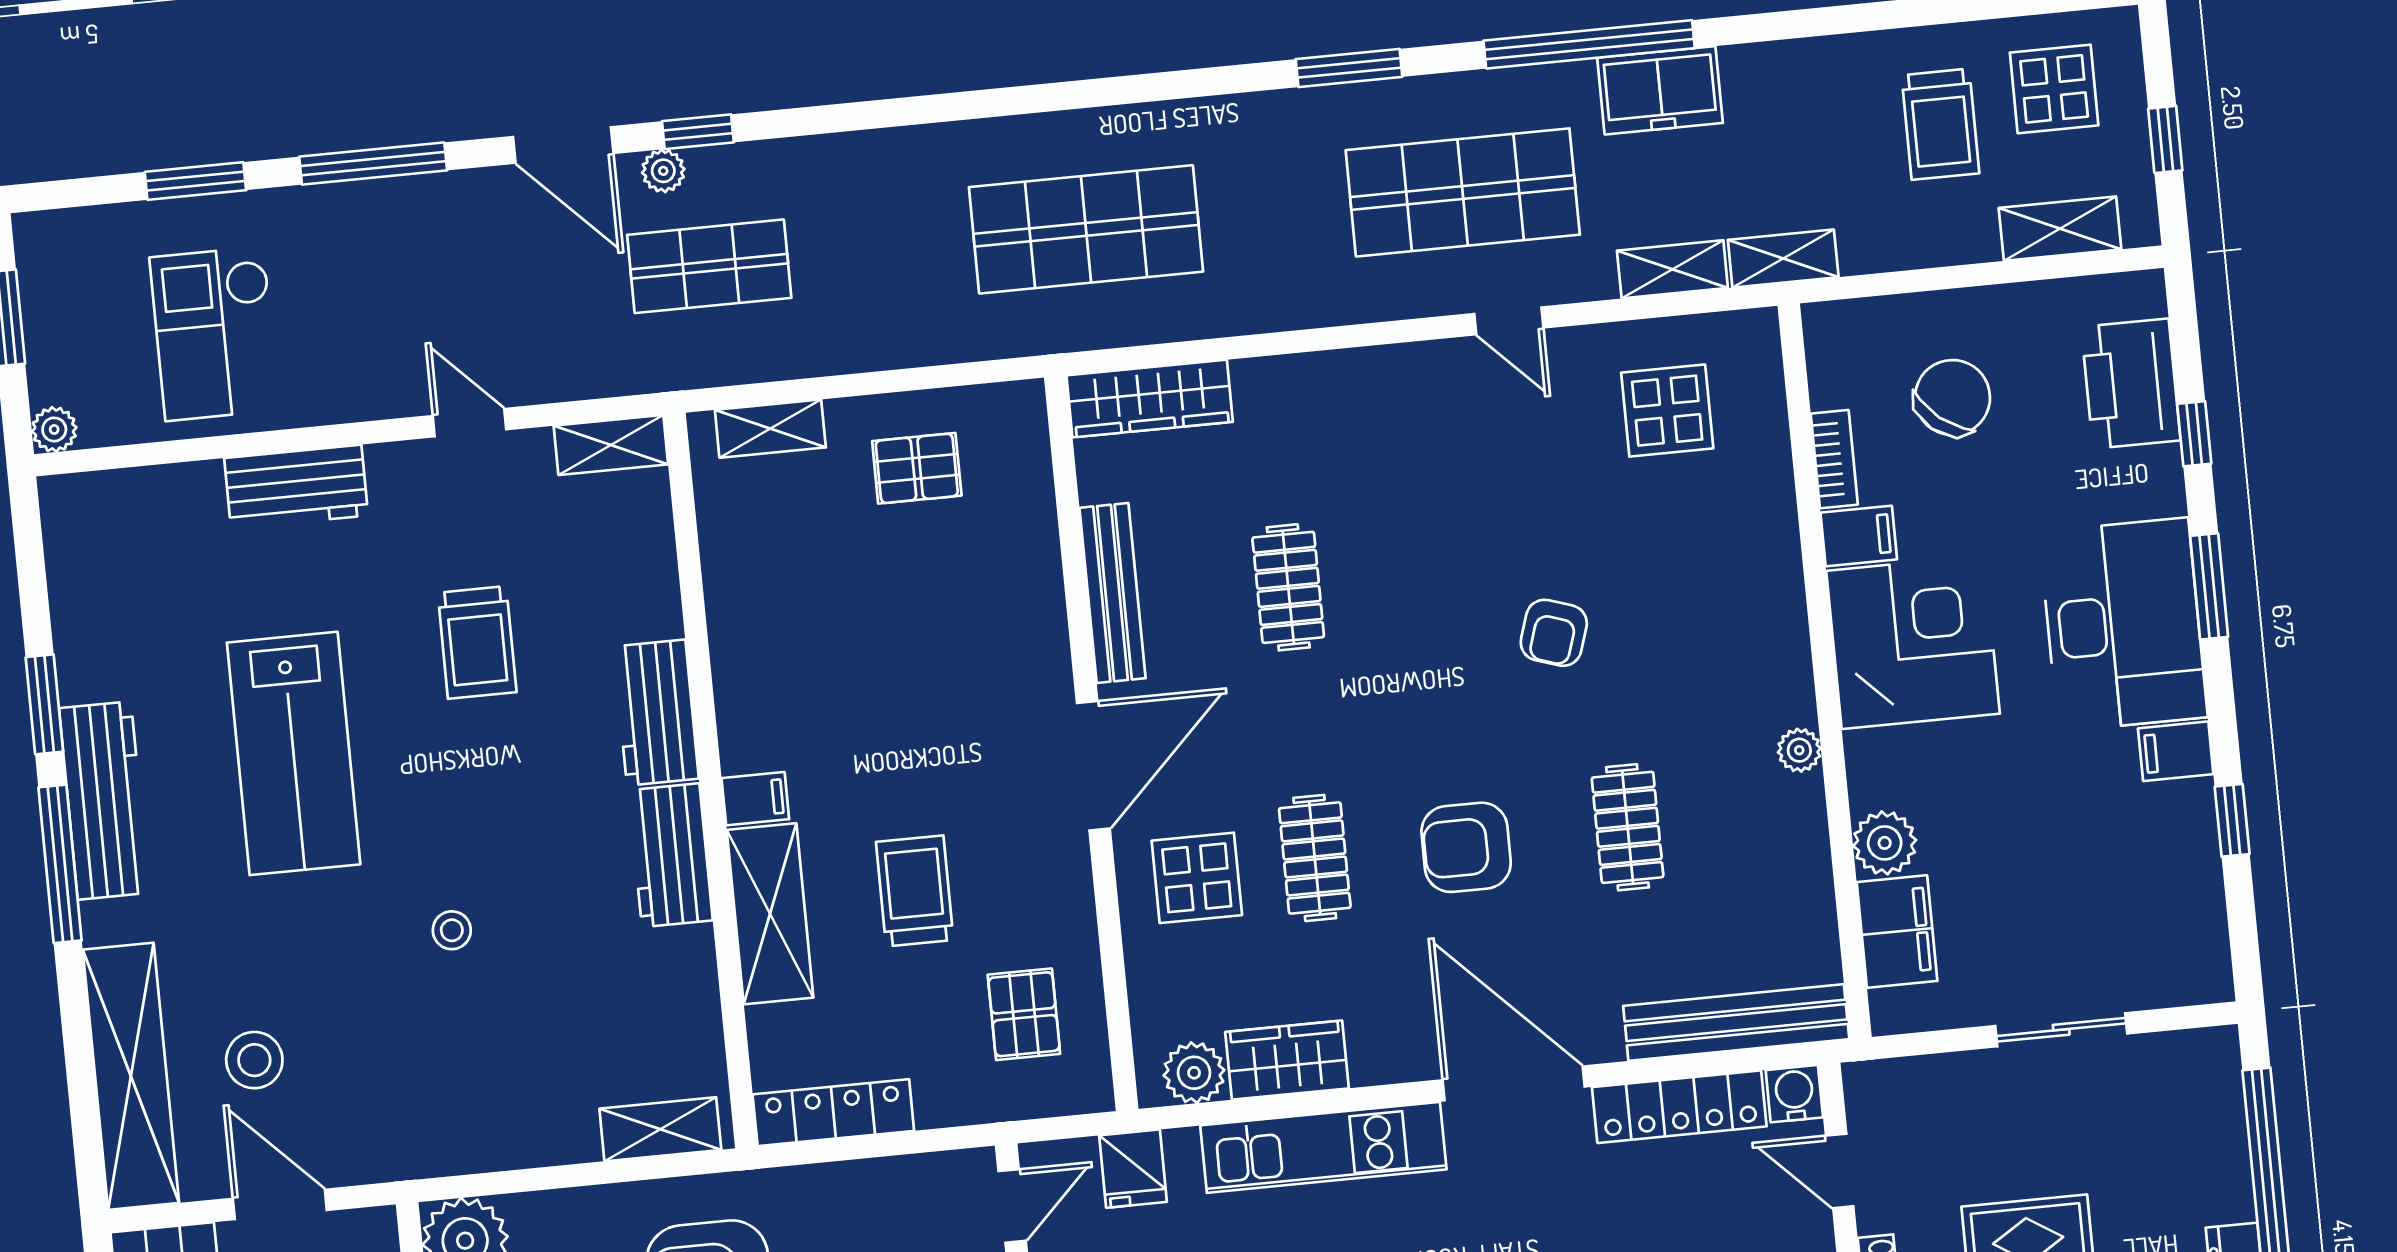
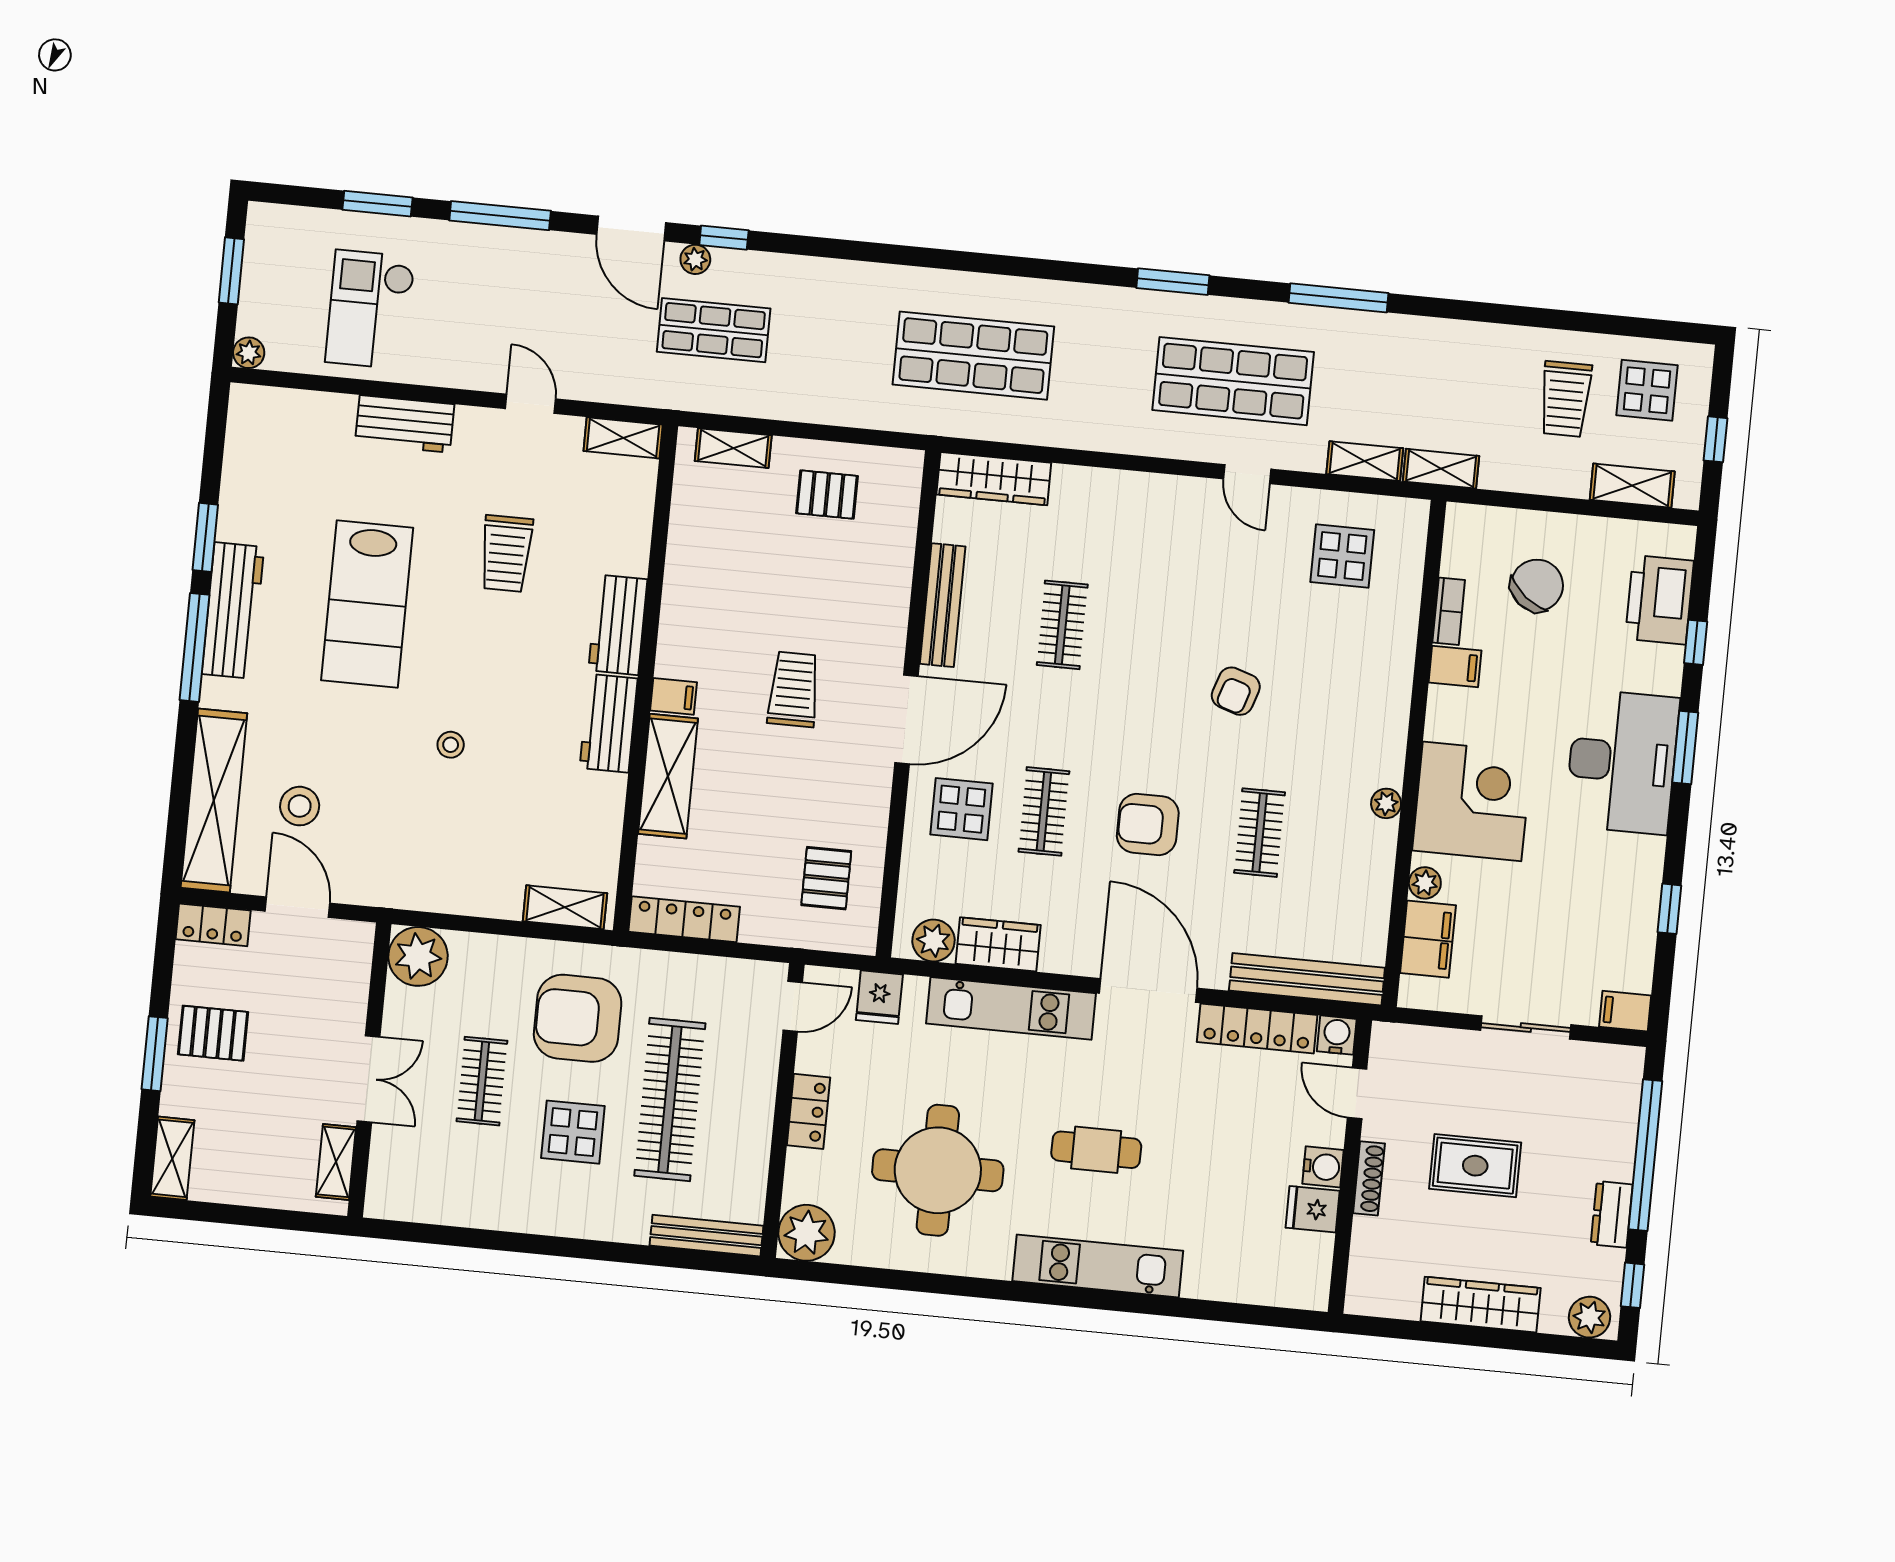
window: (1589, 44) -> (1338, 298), width x0.68
freezer: (1660, 90) -> (1380, 338), removed
corner desk: (1913, 642) -> (1472, 801), moved
filing cabinet: (2176, 751) -> (1625, 1011), moved
plant: (1885, 843) -> (1425, 883), width x0.73, depth x0.73
trolley: (915, 891) -> (794, 689), moved

